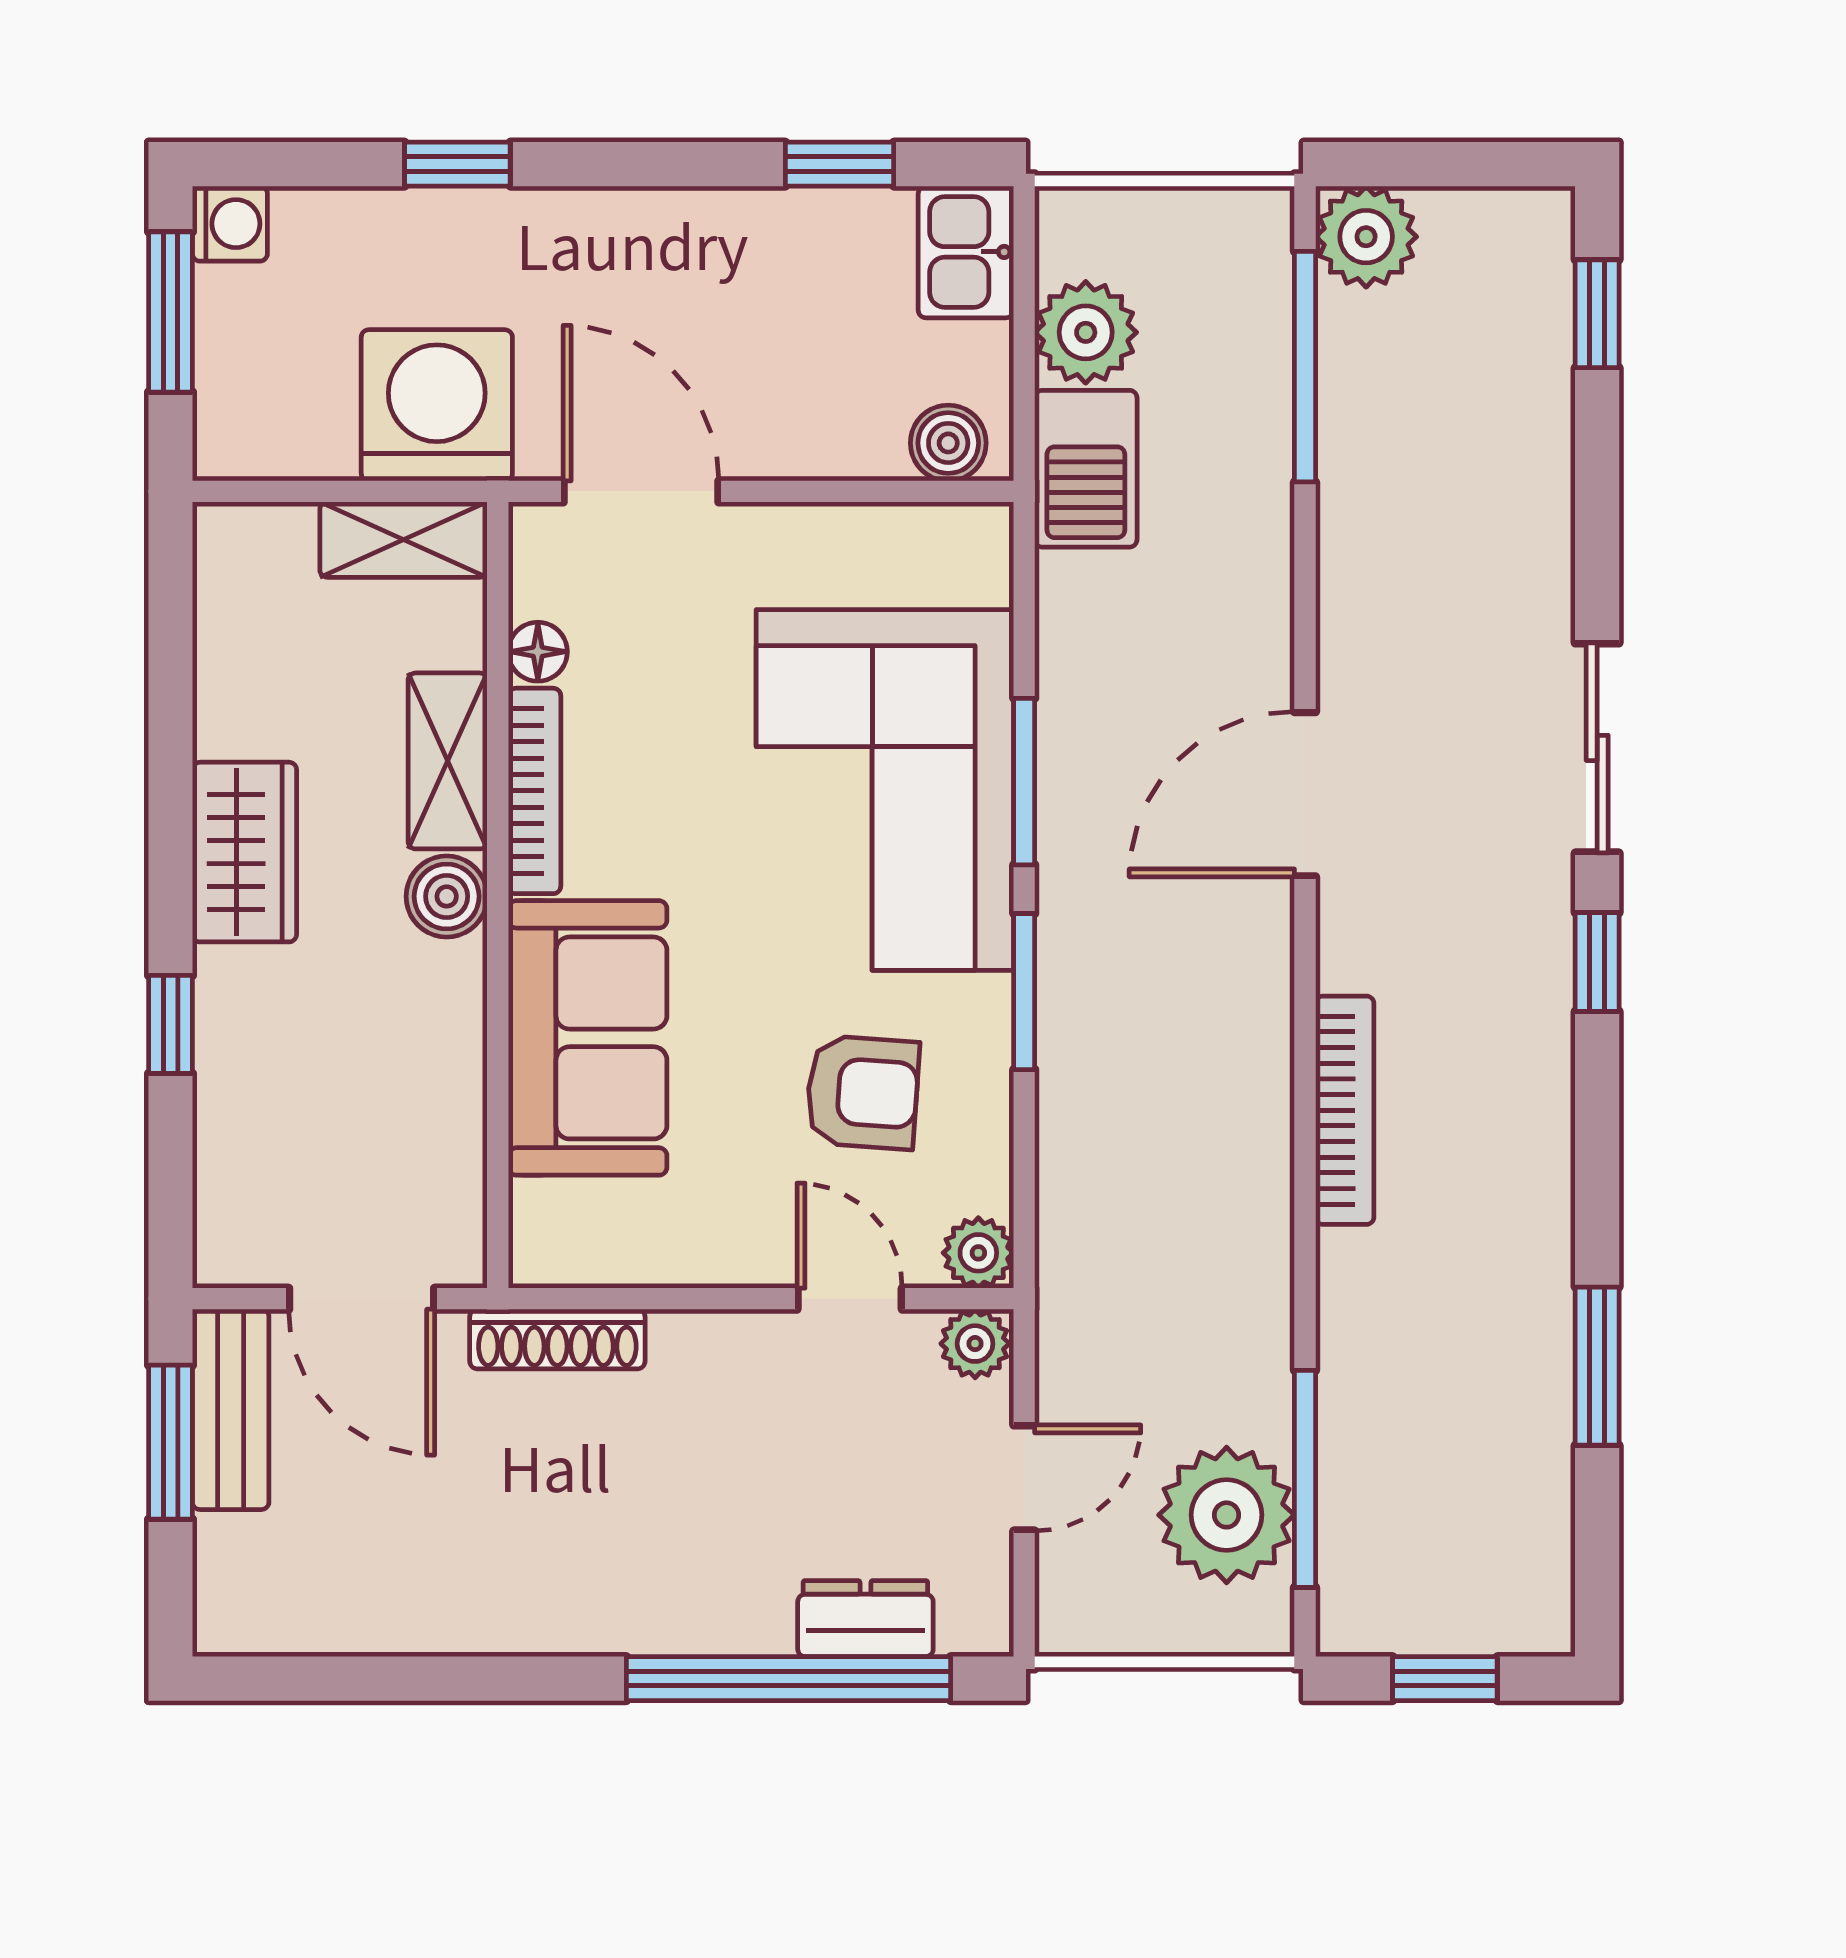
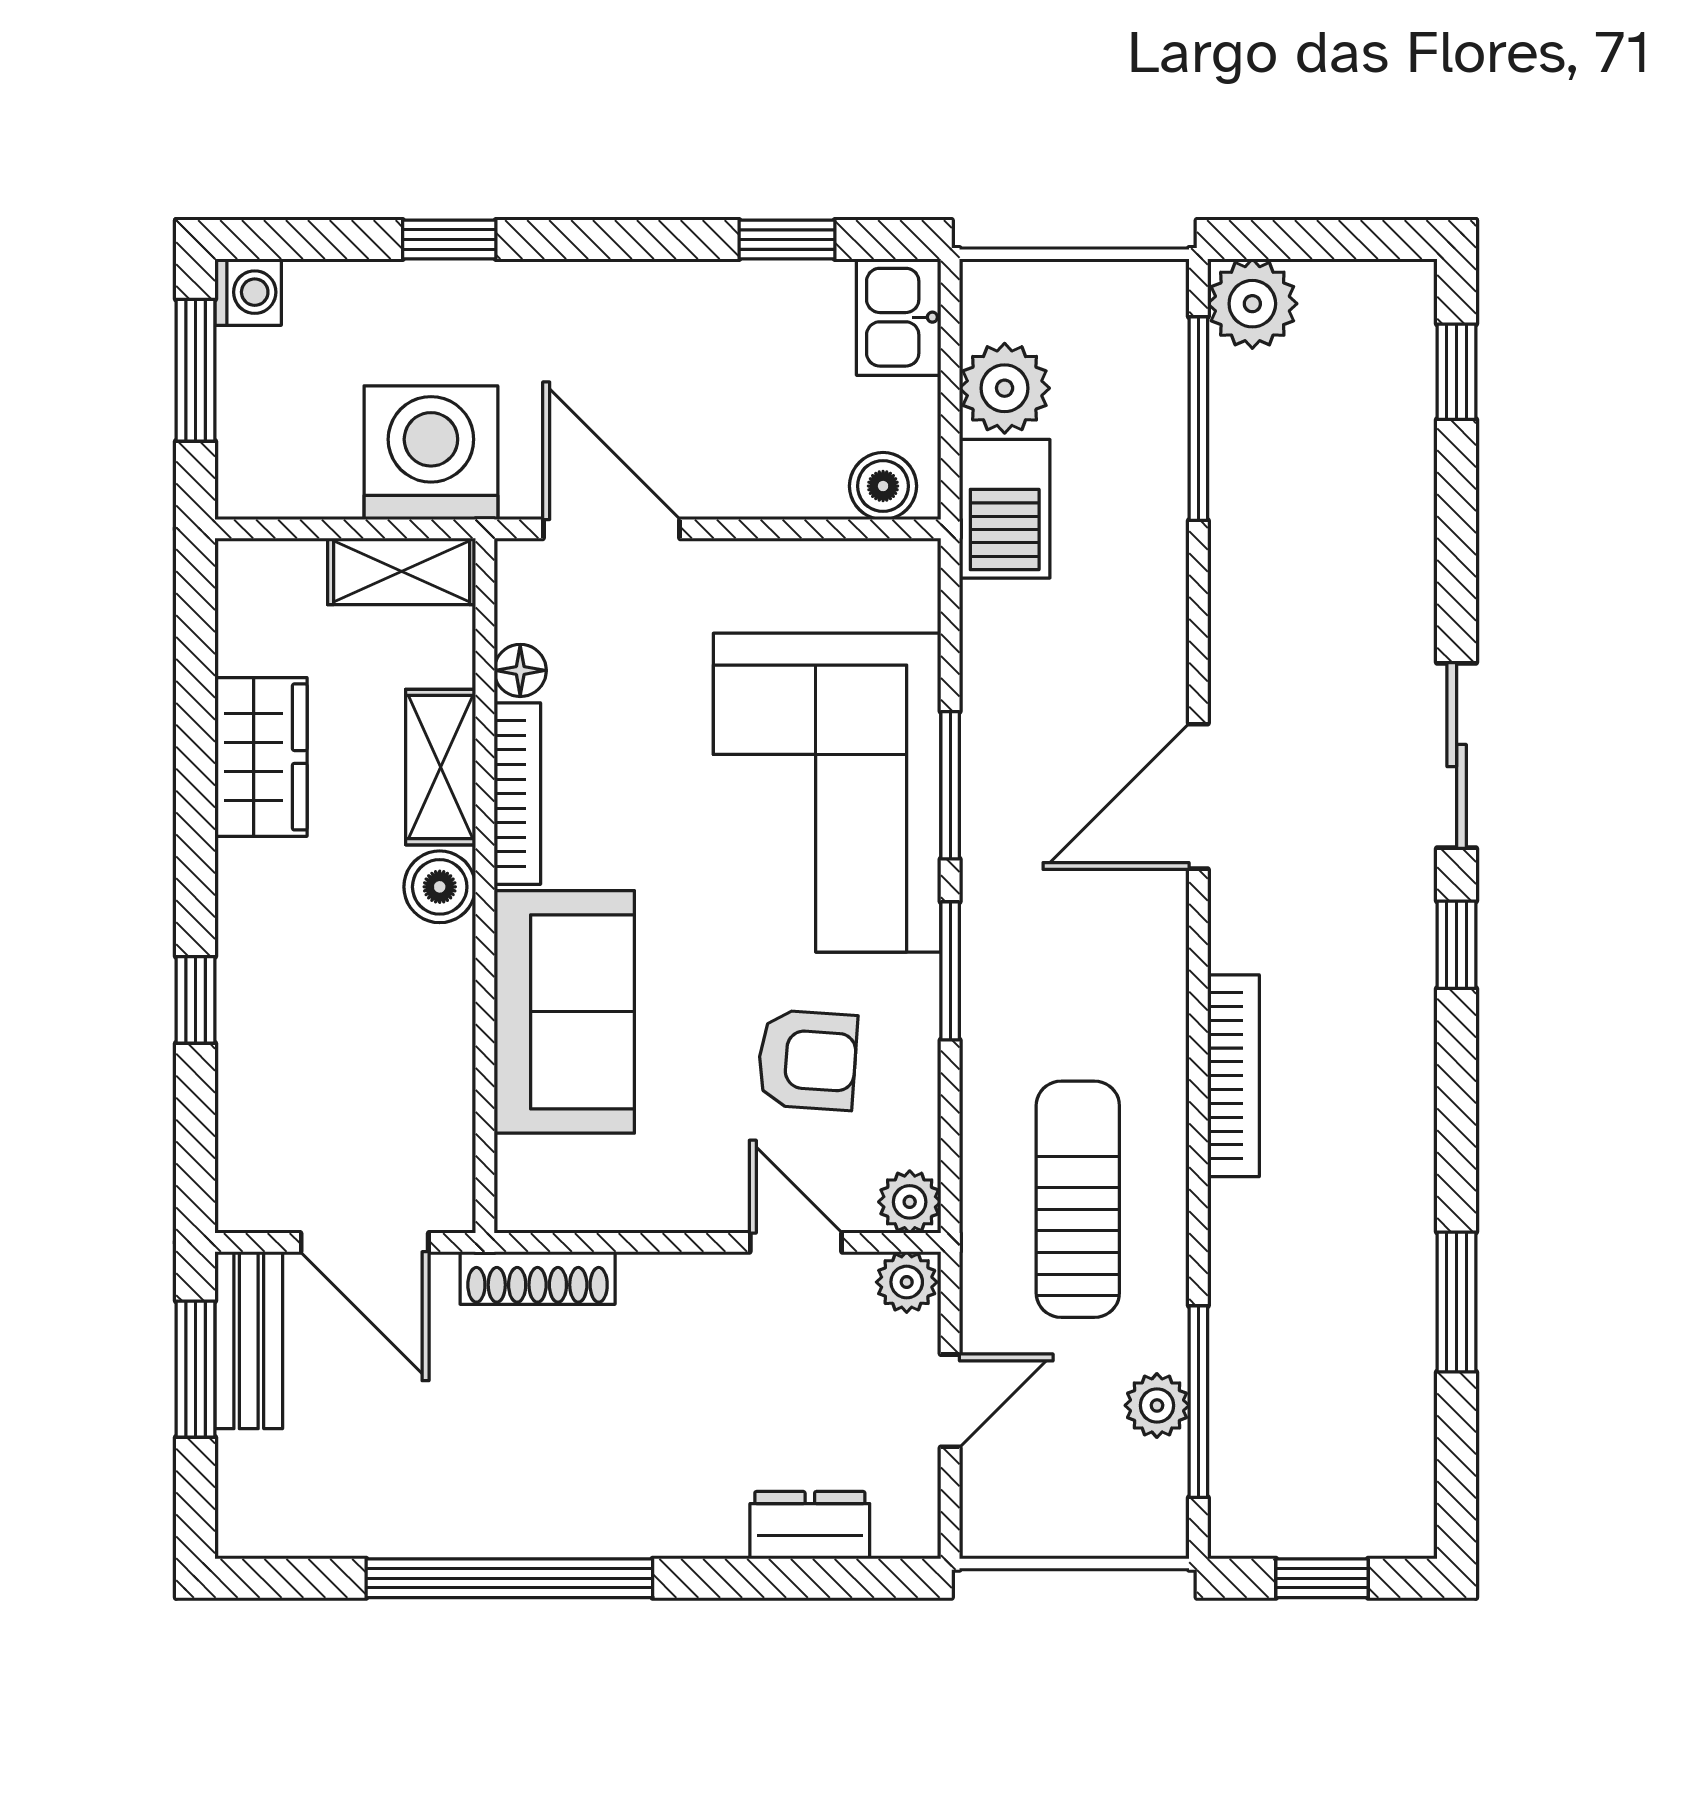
wardrobe: (244, 852) -> (261, 757), moved
sun lounger: (1169, 1250) -> (1078, 1199), added
plant: (1227, 1515) -> (1157, 1405), width x0.53, depth x0.53
window: (788, 1679) -> (509, 1578), moved

